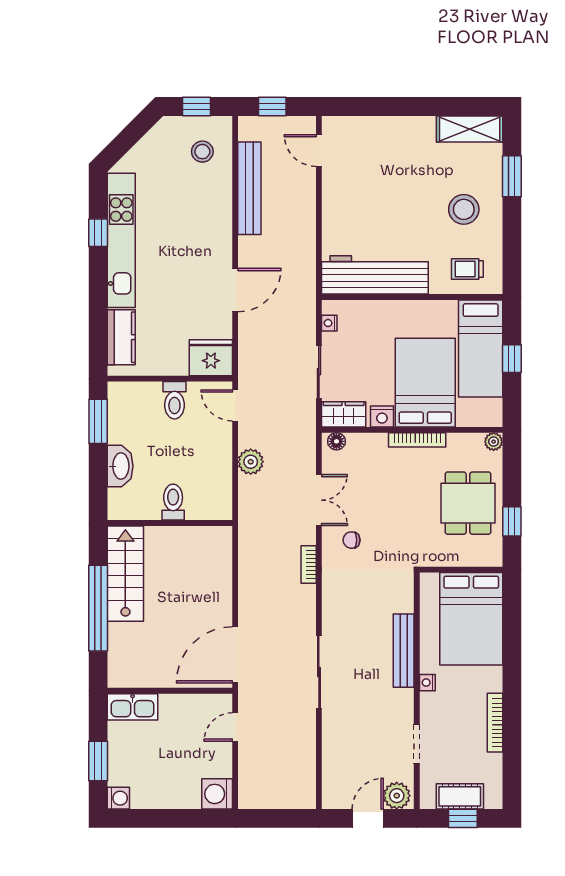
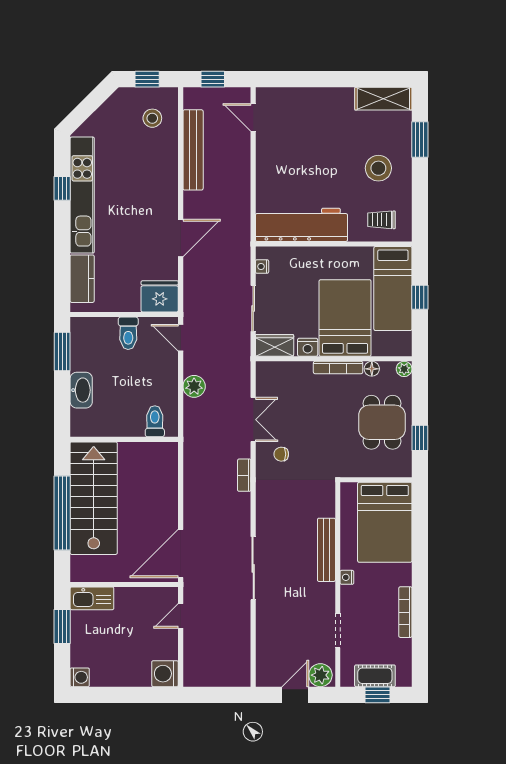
floor lamp: (336, 441) -> (372, 369), moved
toilet: (173, 502) -> (155, 421), moved
stairs: (125, 574) -> (94, 498), width x1.36, depth x1.51
window: (98, 761) -> (62, 626), moved

